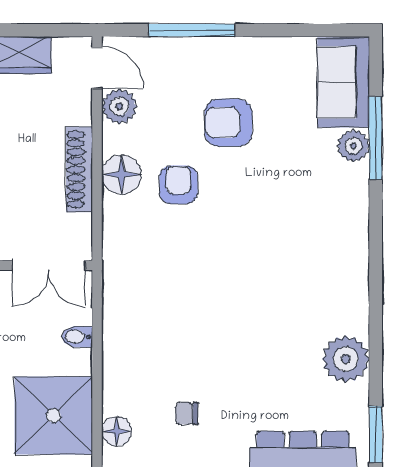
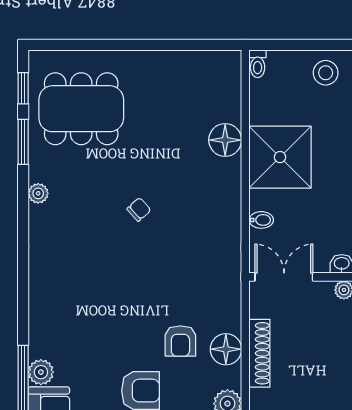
plant: (346, 359) -> (38, 193), width x0.53, depth x0.53
chair: (187, 413) -> (139, 209), moved, turned -42
floor lamp: (117, 431) -> (225, 140), width x1.38, depth x1.38

